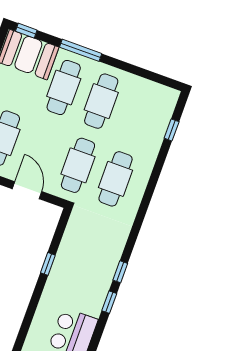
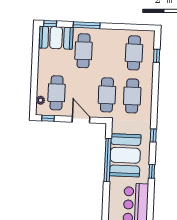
cafe table: (101, 101) -> (134, 53), moved
window: (48, 264) -> (108, 160), width x3.17
booth: (77, 265) -> (125, 155), added
window: (120, 272) -> (153, 136), moved

